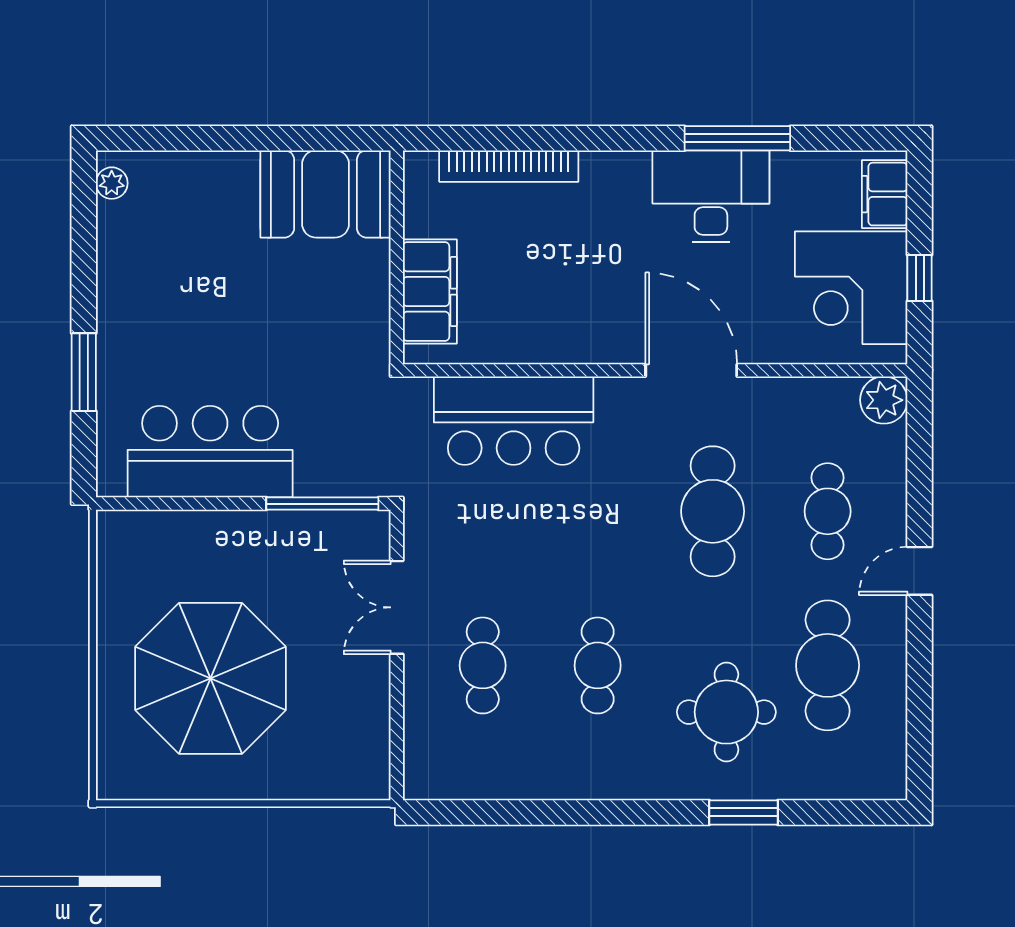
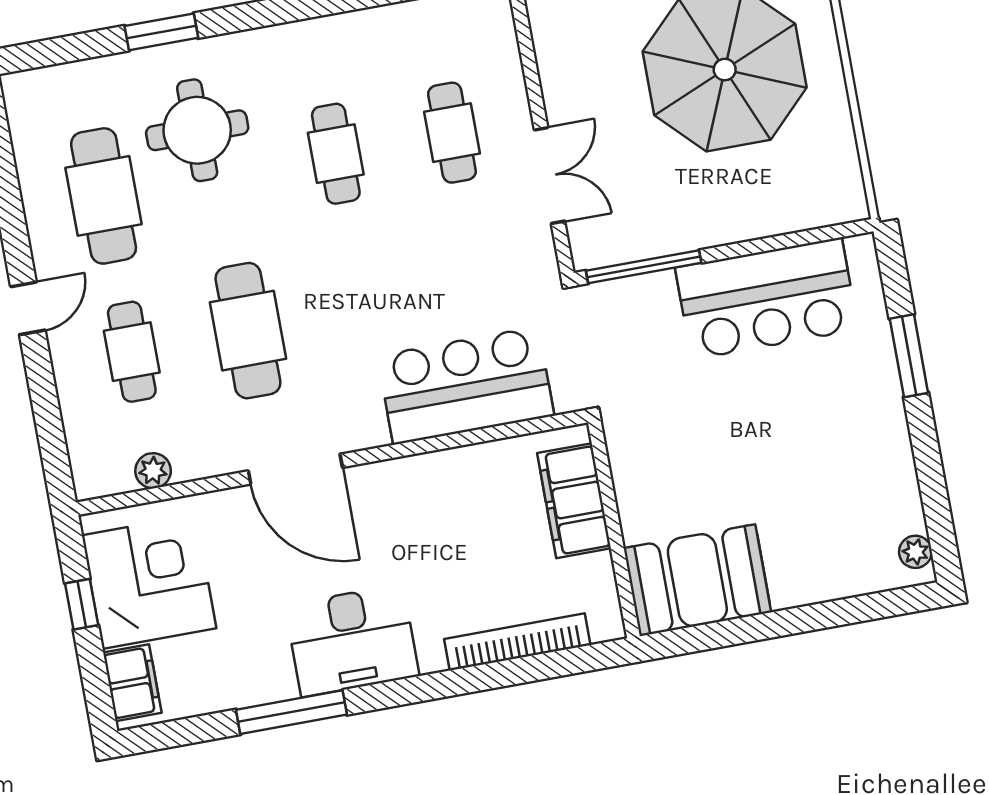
desk: (711, 196) -> (352, 641), moved
plant: (884, 400) -> (153, 471), moved, width x0.73, depth x0.73

